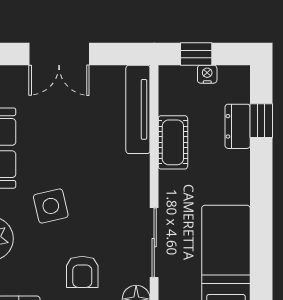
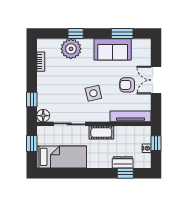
cot: (173, 142) -> (101, 133), moved
side table: (51, 206) -> (93, 93), moved
armchair: (82, 272) -> (127, 85), moved

